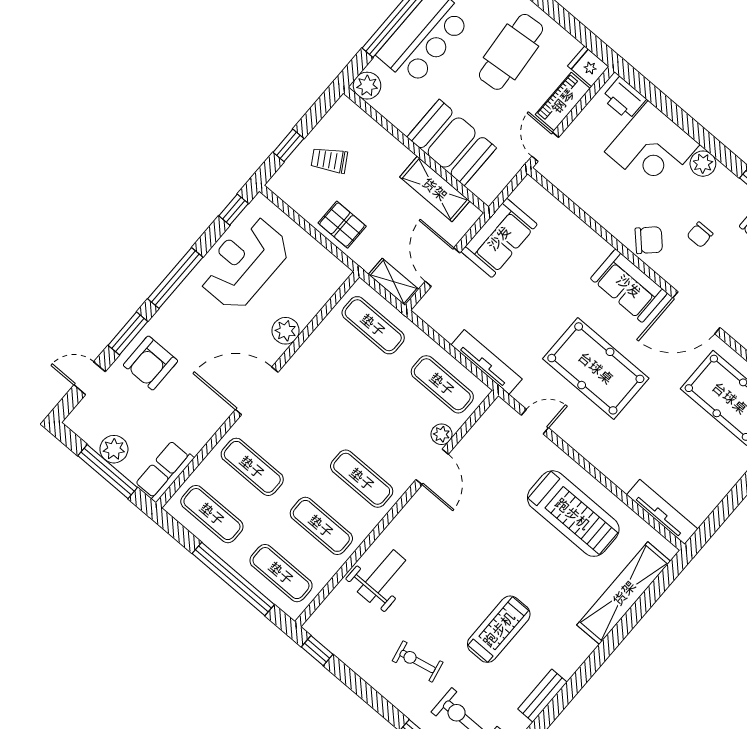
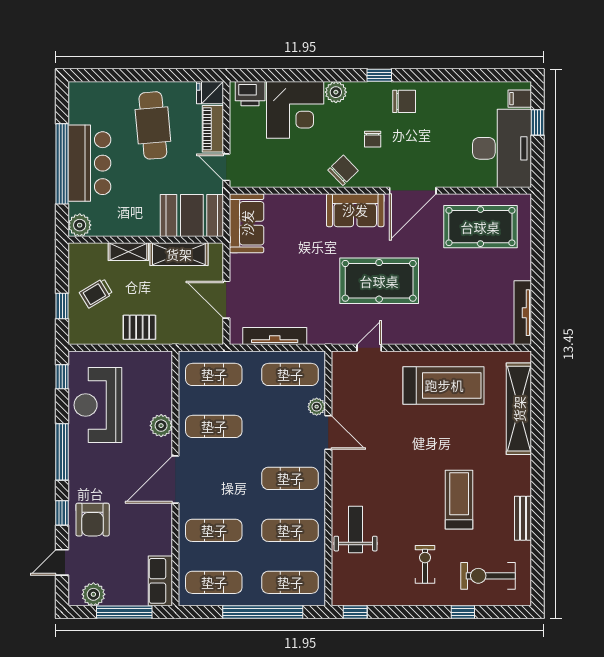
booth: (452, 143) -> (192, 215), moved
sofa: (499, 238) -> (247, 223), moved
shelving: (394, 282) -> (128, 252), moved
window: (128, 333) -> (62, 513), width x0.67
tv unit: (487, 362) -> (275, 336), moved
exercise mat: (333, 372) -> (214, 426), added
plant: (114, 449) -> (93, 594), moved
tv unit: (662, 512) -> (523, 313), moved, turned -90
exercise bike: (418, 662) -> (425, 564), turned 102

